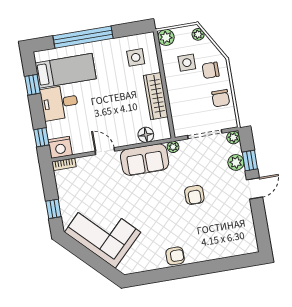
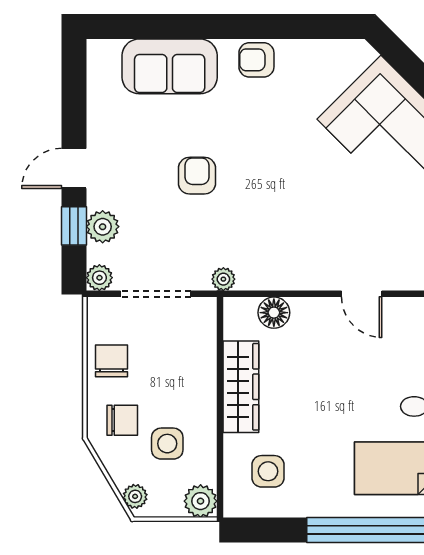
sofa: (145, 160) -> (170, 66), moved, turned 180

